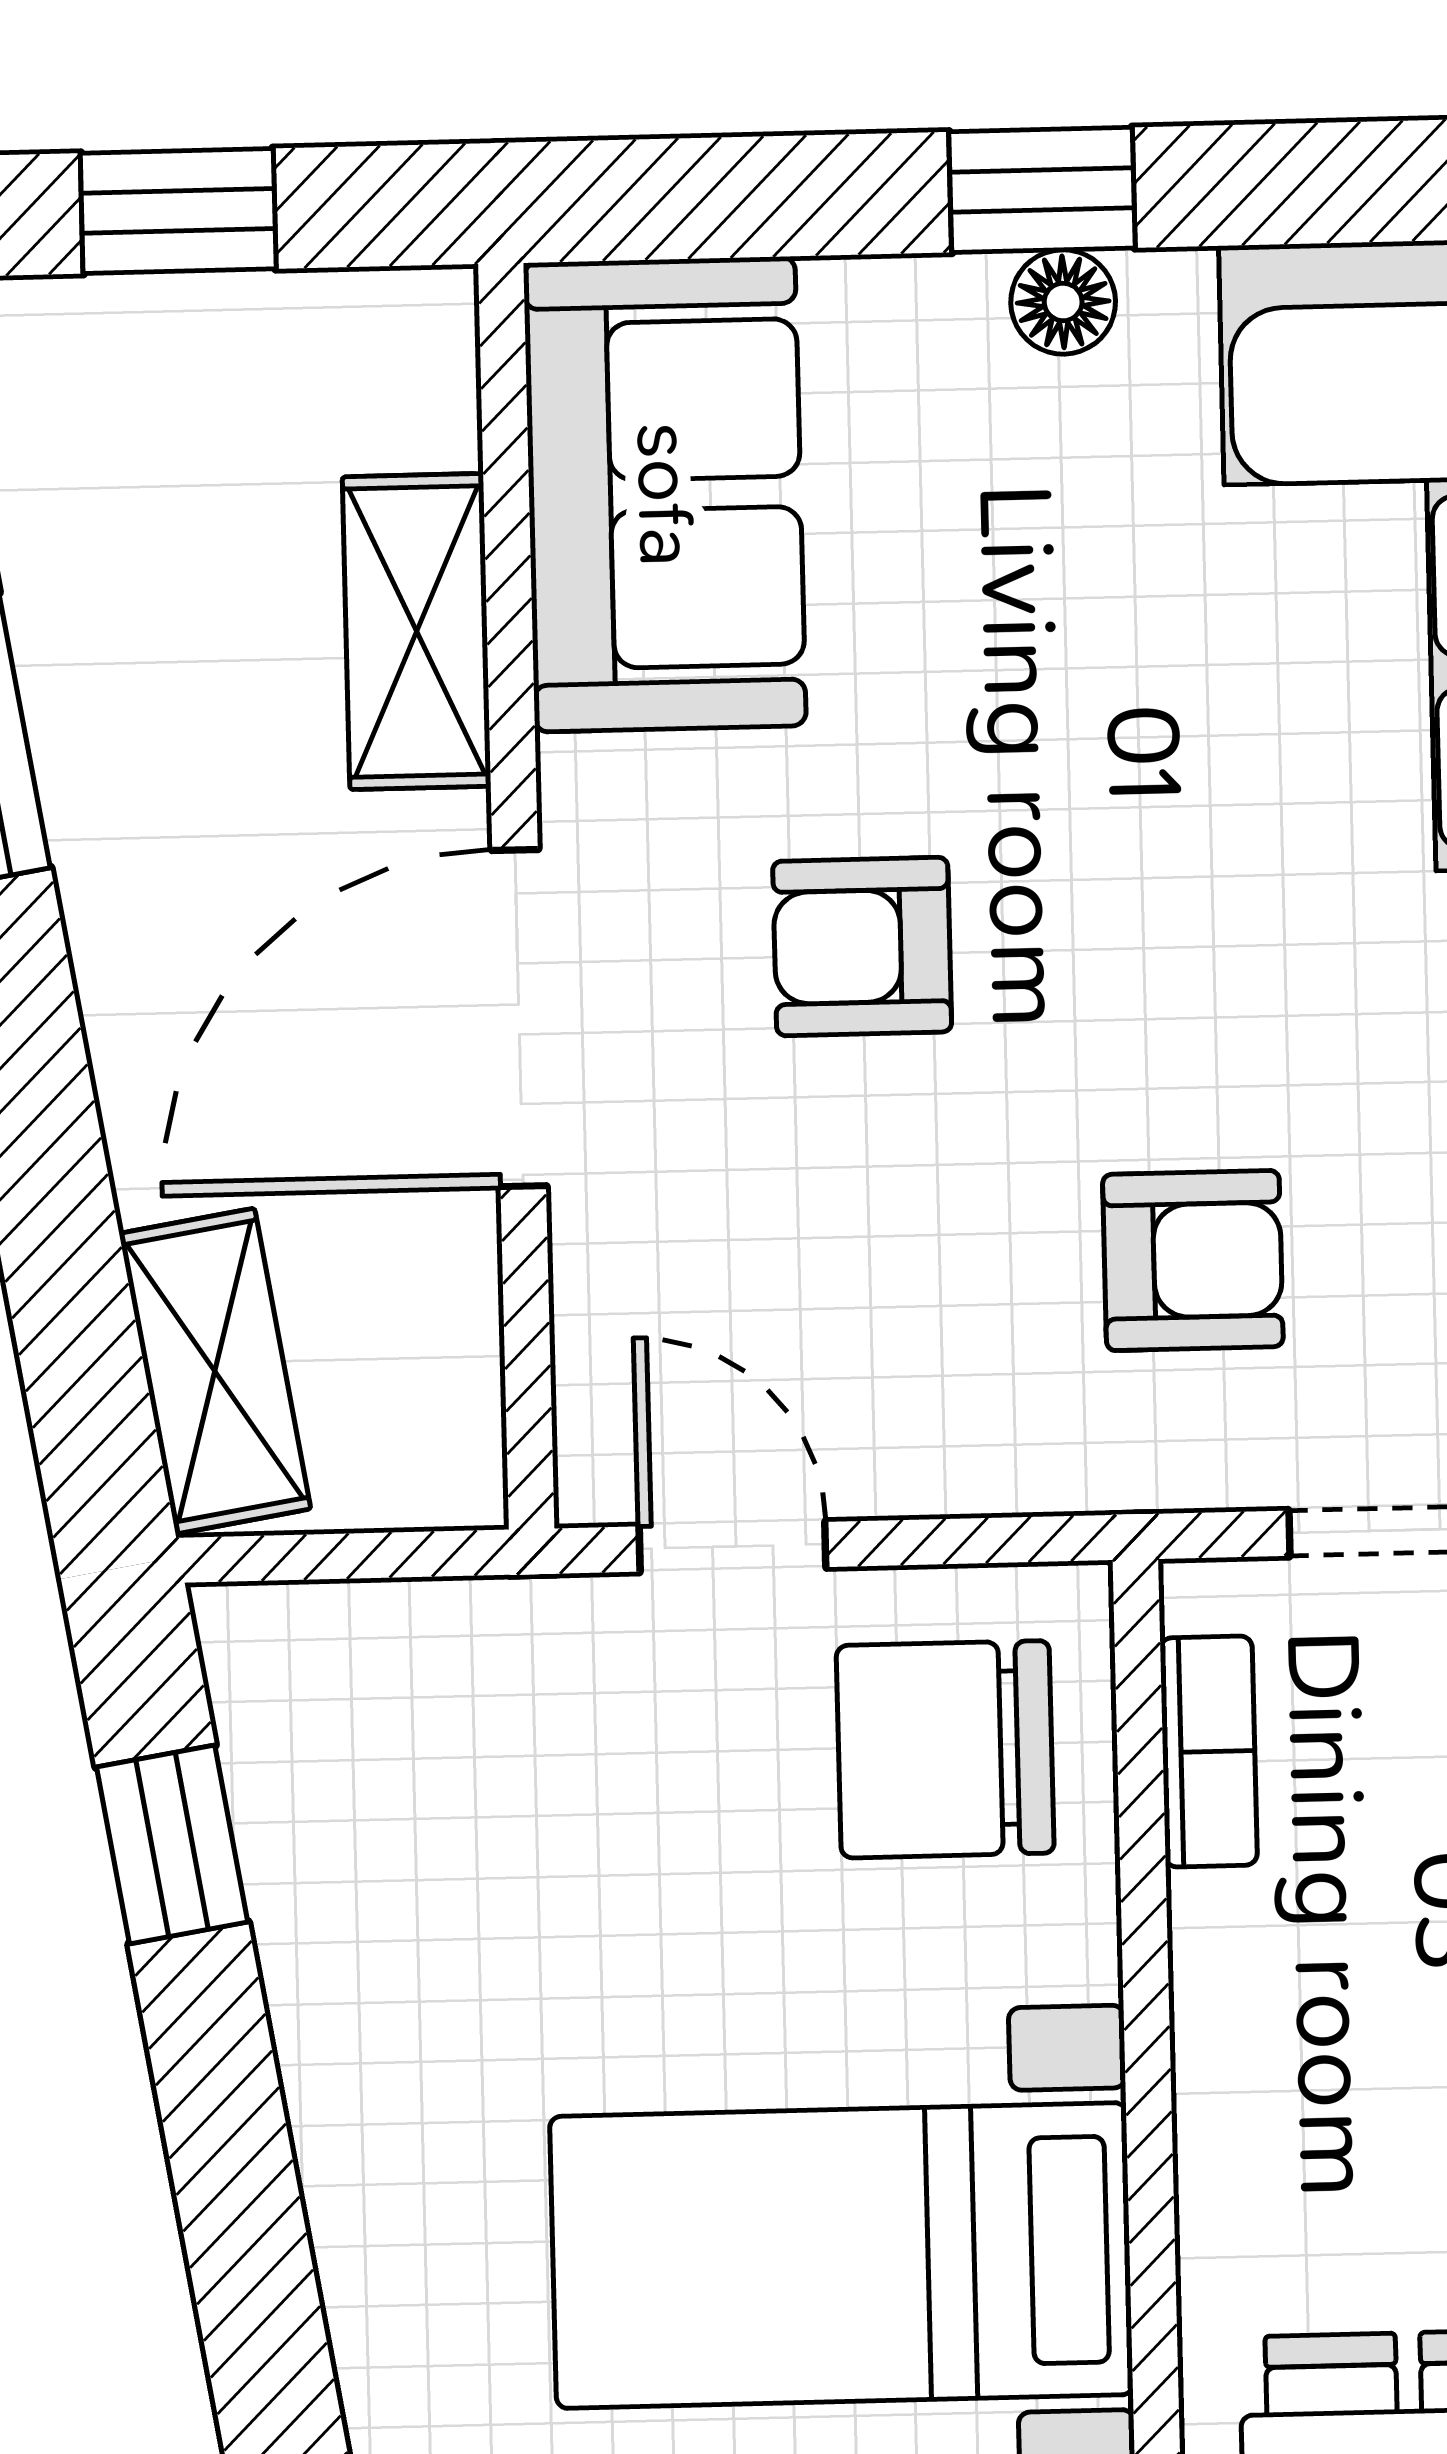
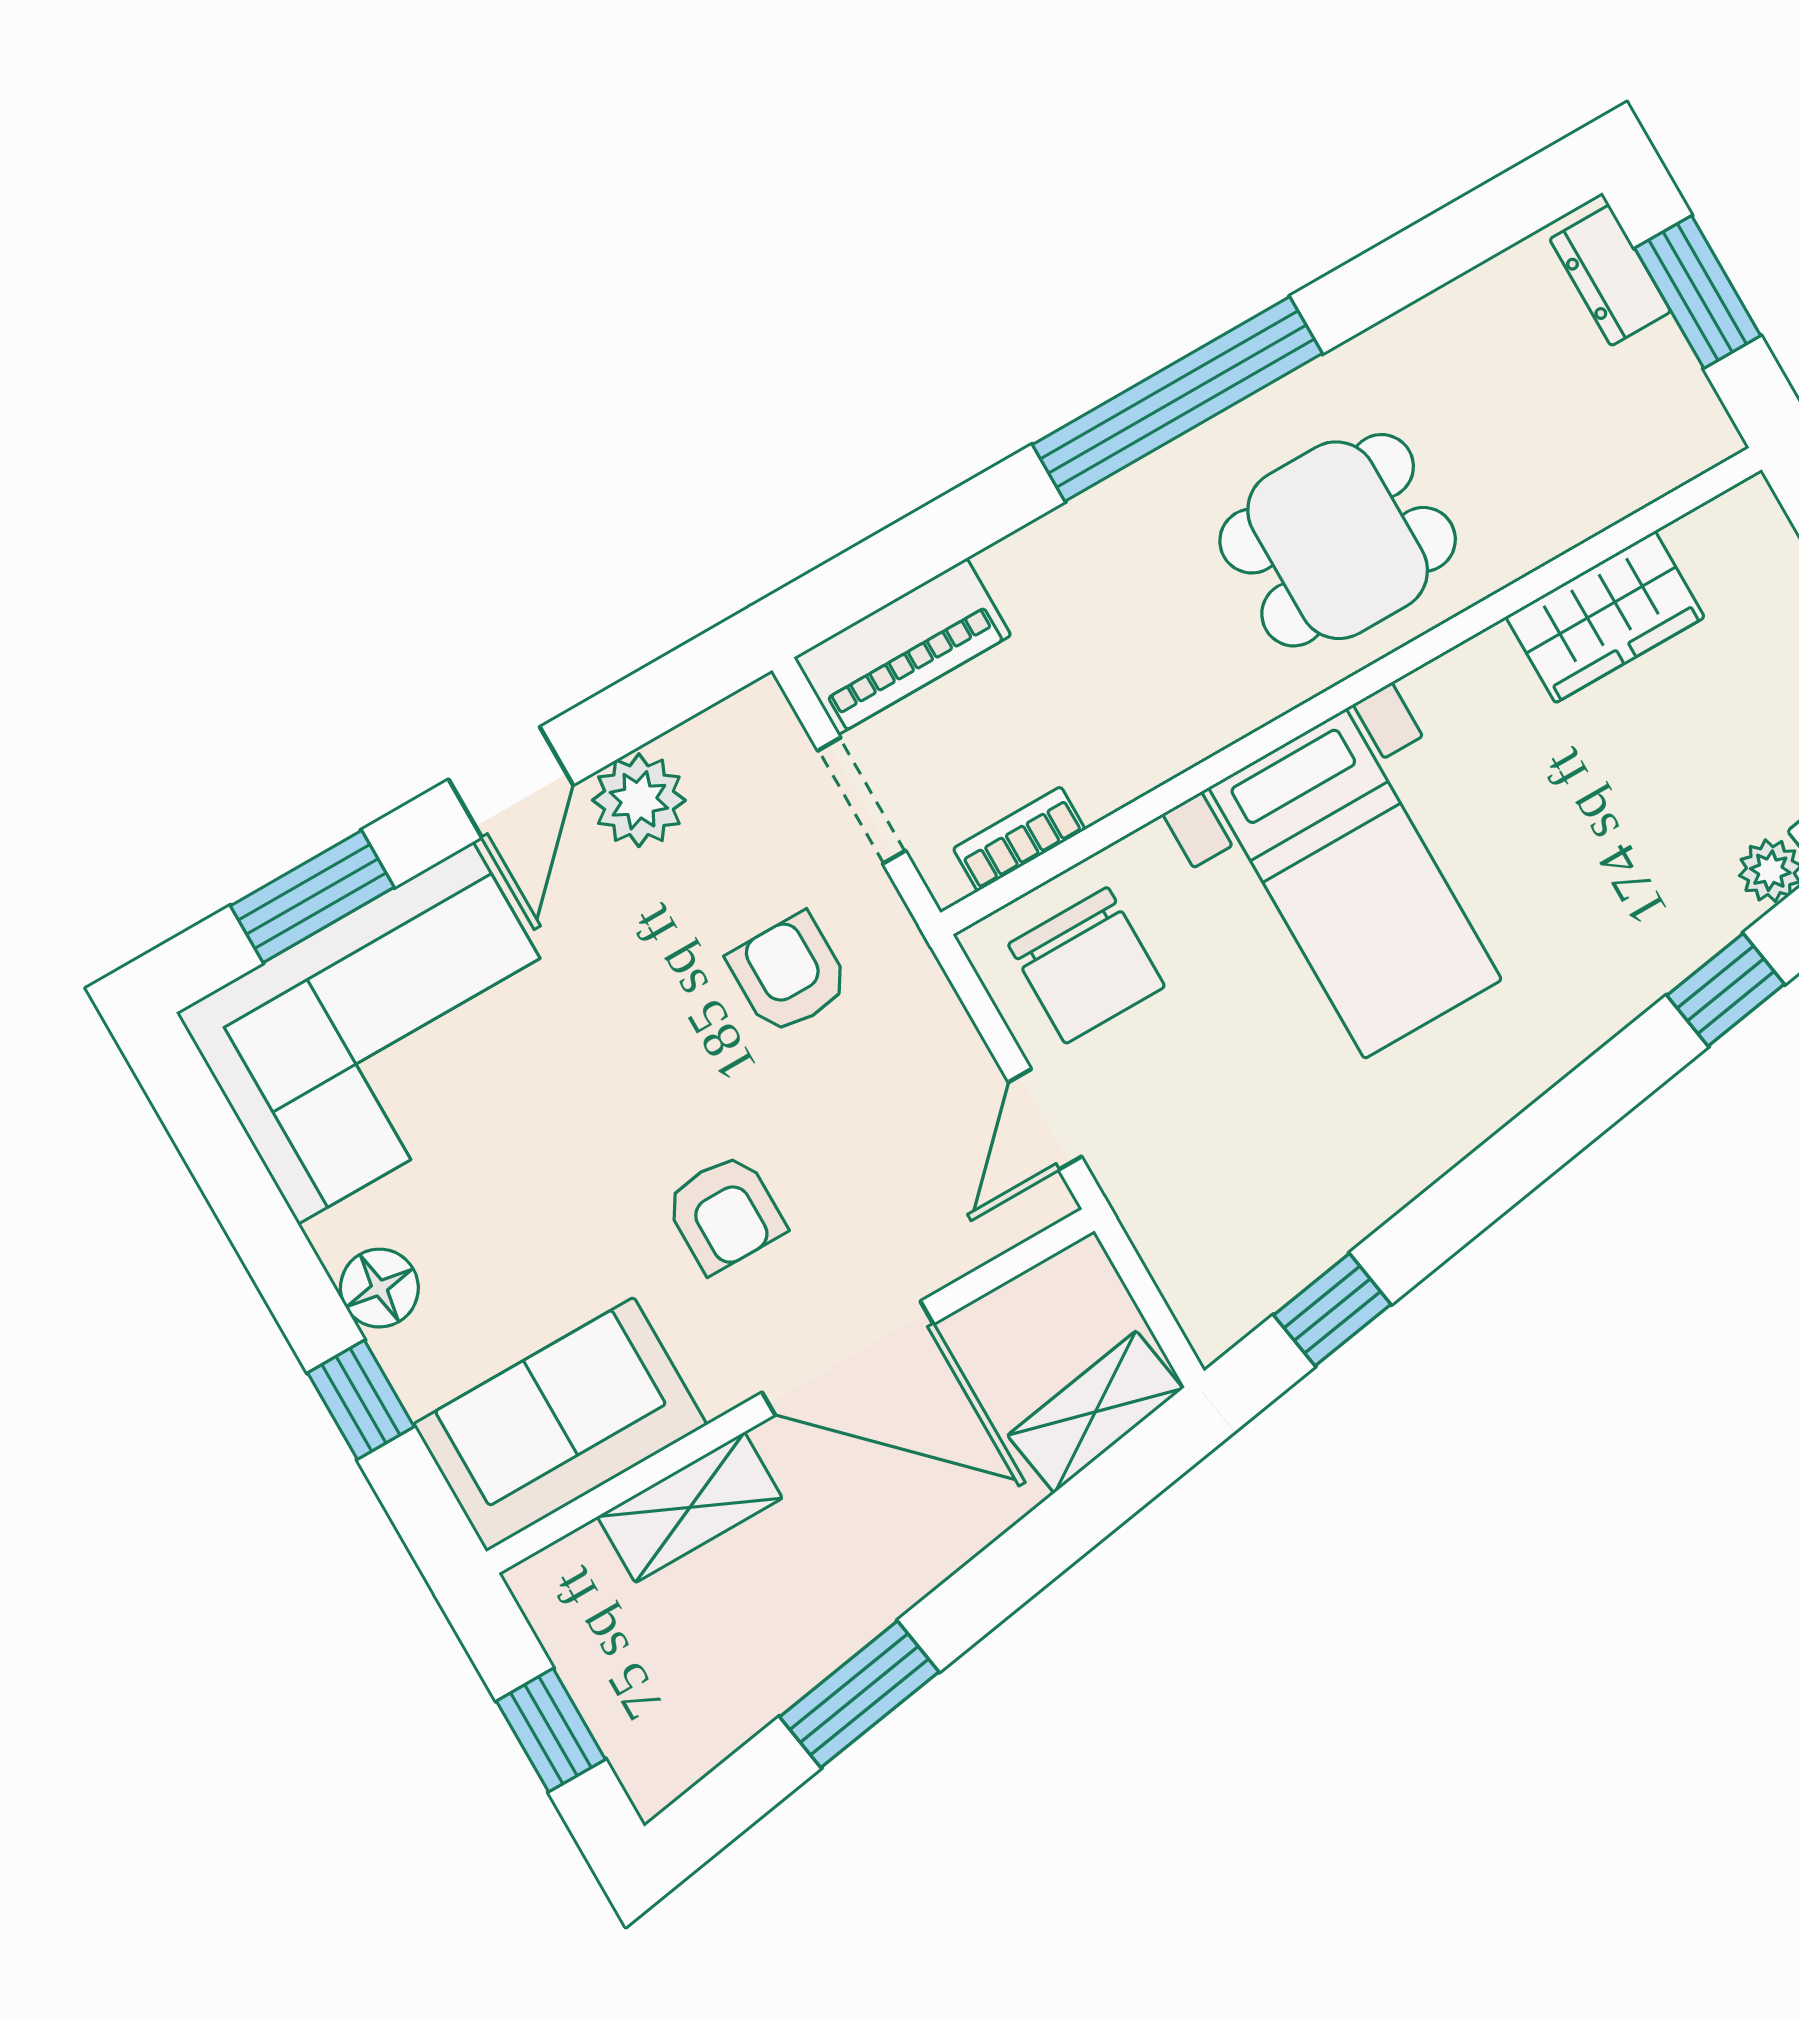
window: (1042, 190) -> (361, 1400), moved
floor lamp: (1063, 302) -> (379, 1288), width x1.37, depth x1.37

